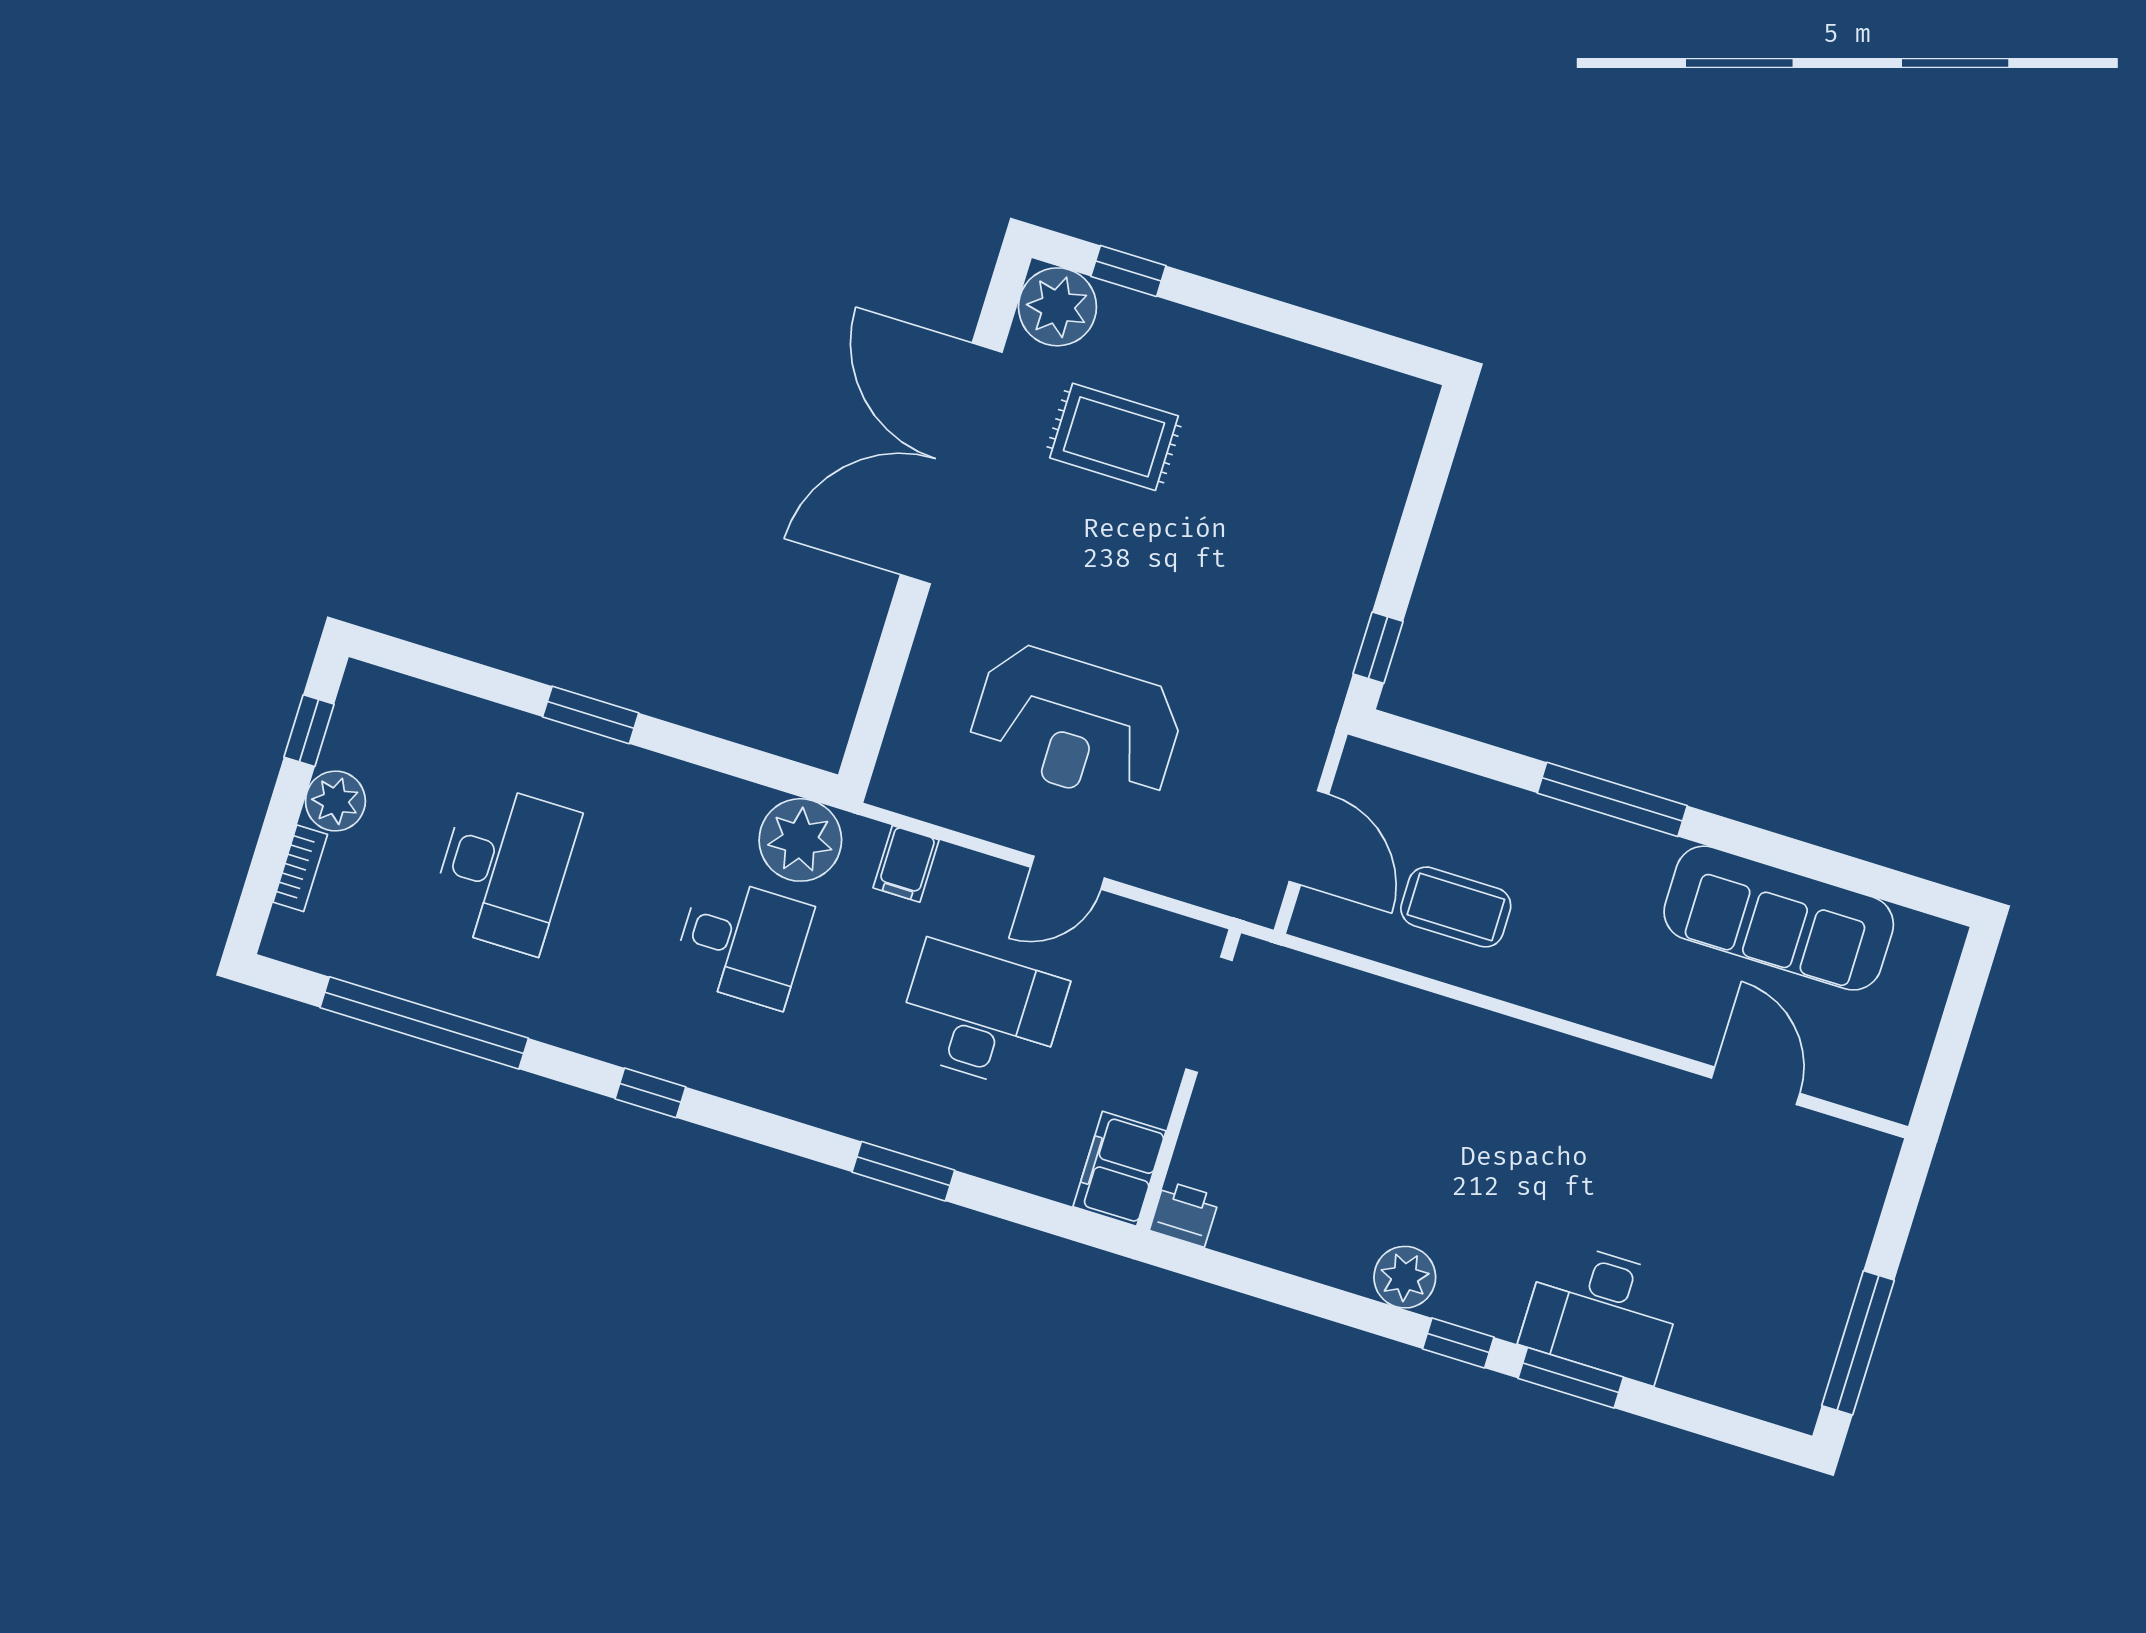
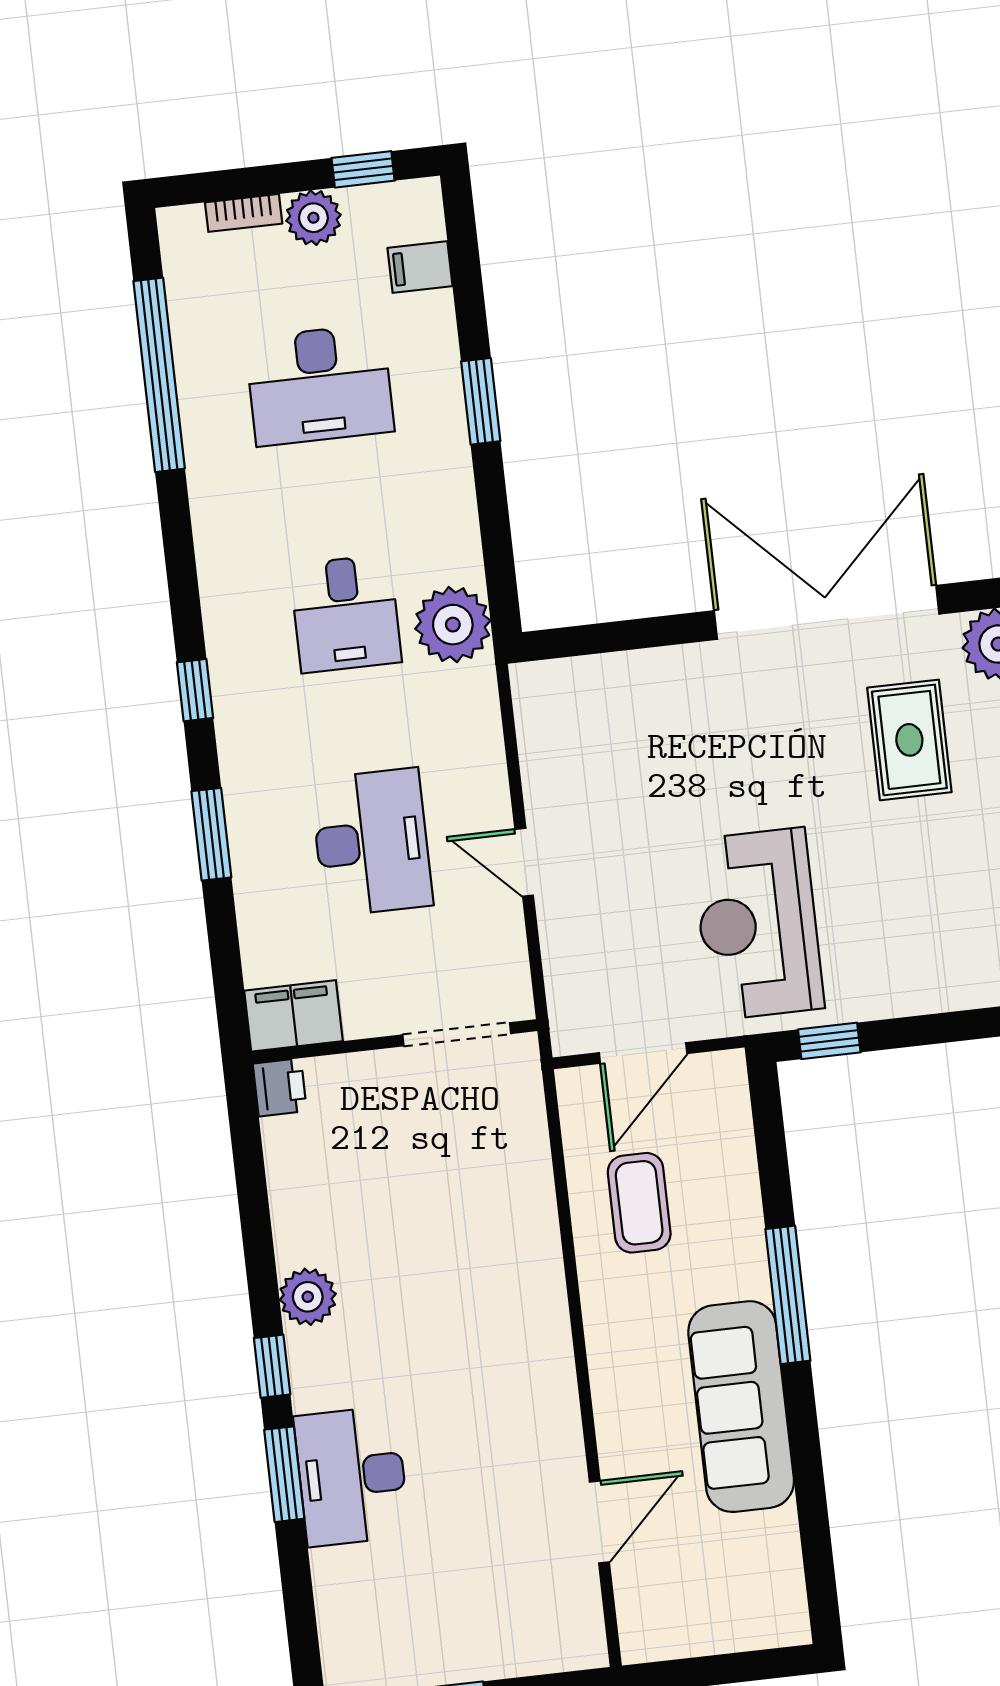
reception desk: (1076, 725) -> (758, 924), moved
filing cabinet: (906, 864) -> (420, 267), moved
sofa: (1779, 918) -> (741, 1407), moved
window: (650, 1093) -> (195, 690), moved

